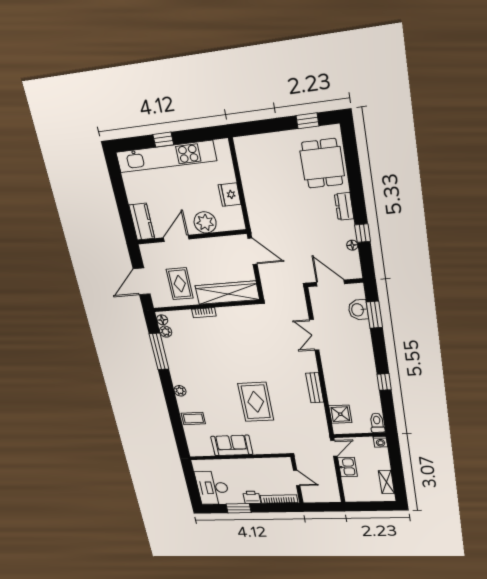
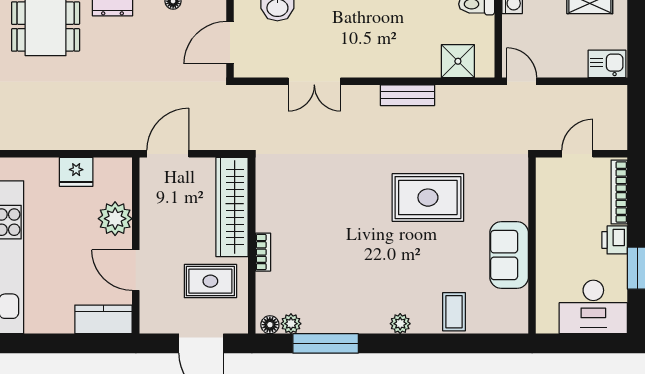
kitchen sink: (348, 467) -> (607, 64), moved

